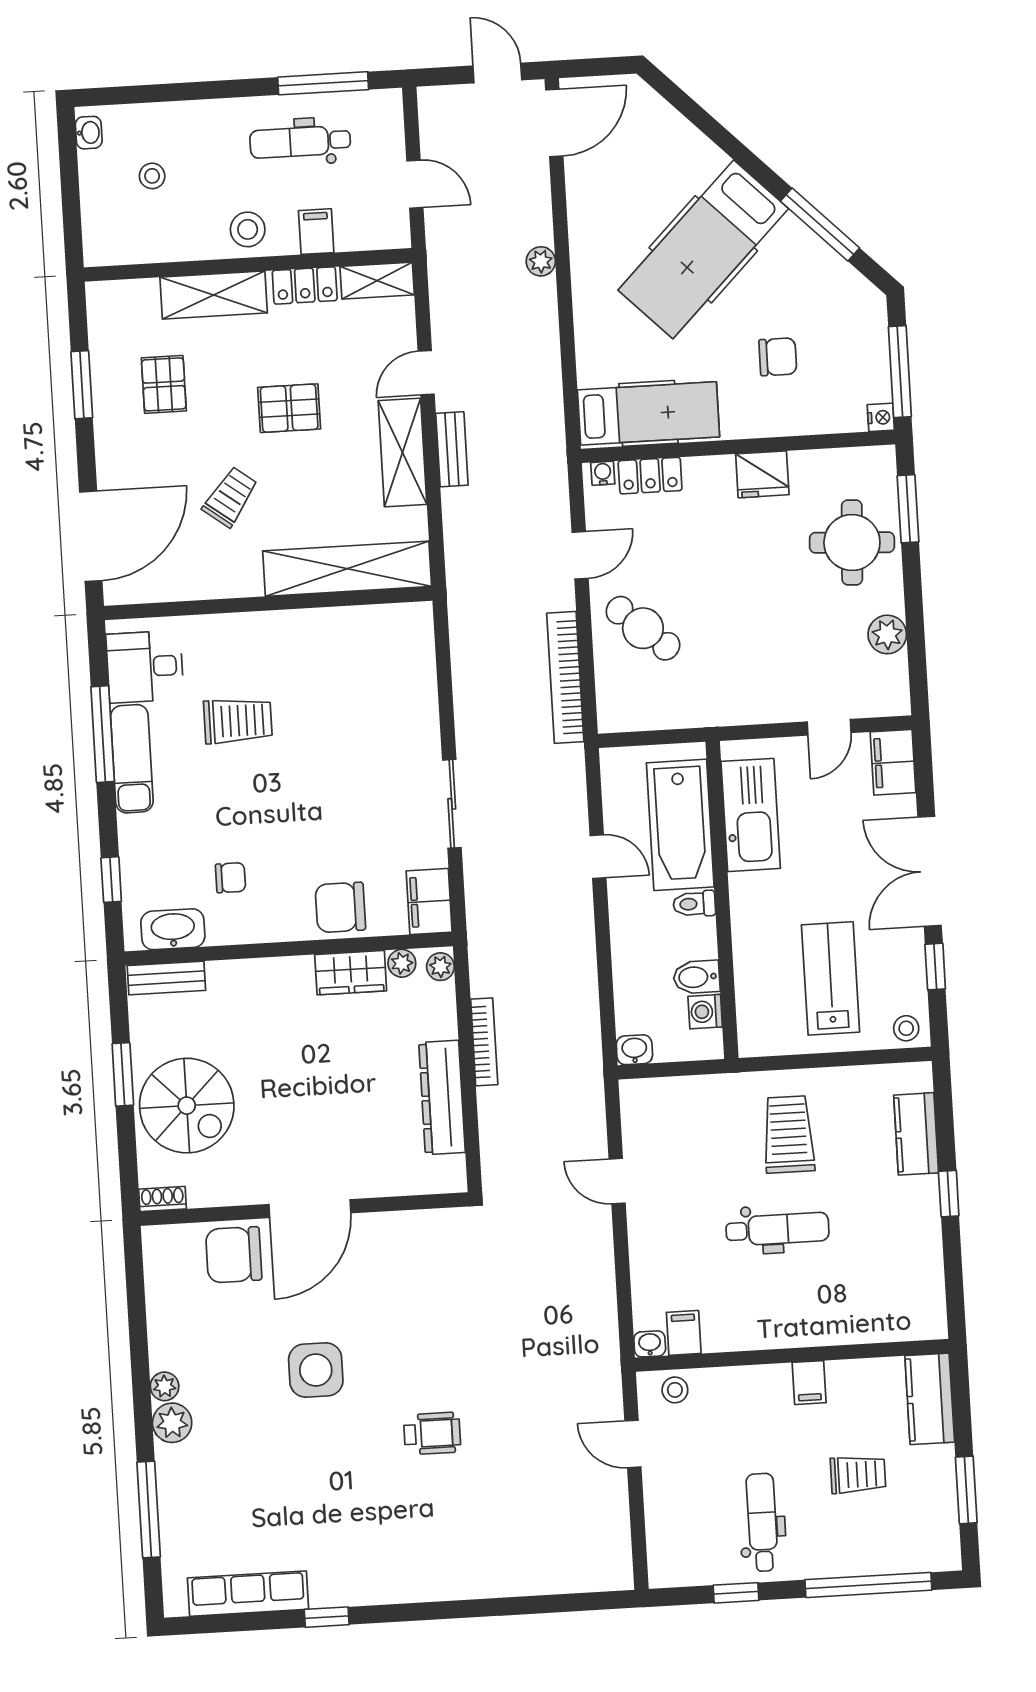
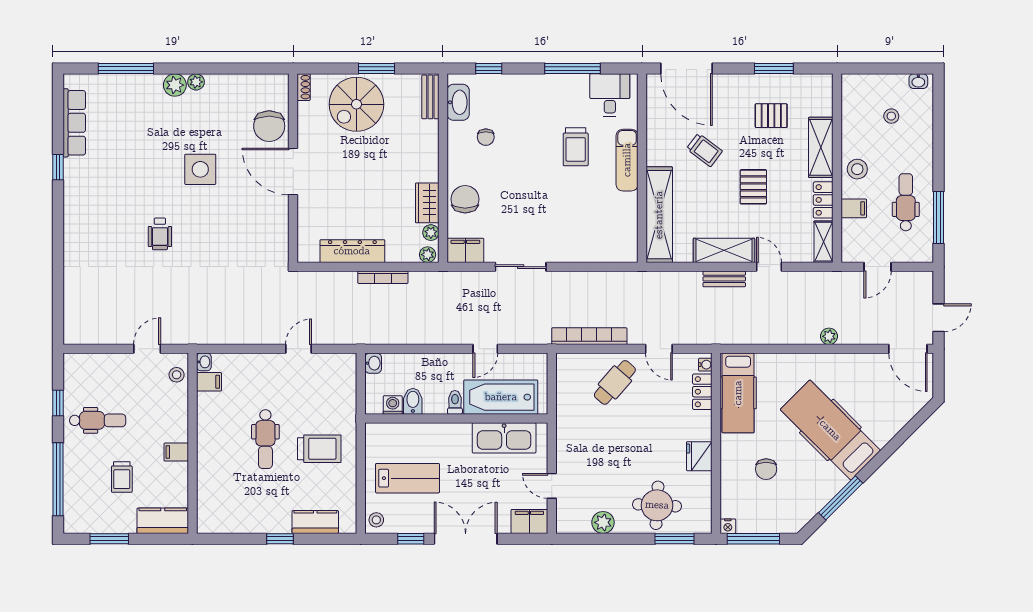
exam couch: (132, 759) -> (627, 160), moved, turned 90
chair: (234, 1255) -> (269, 126), turned 180

